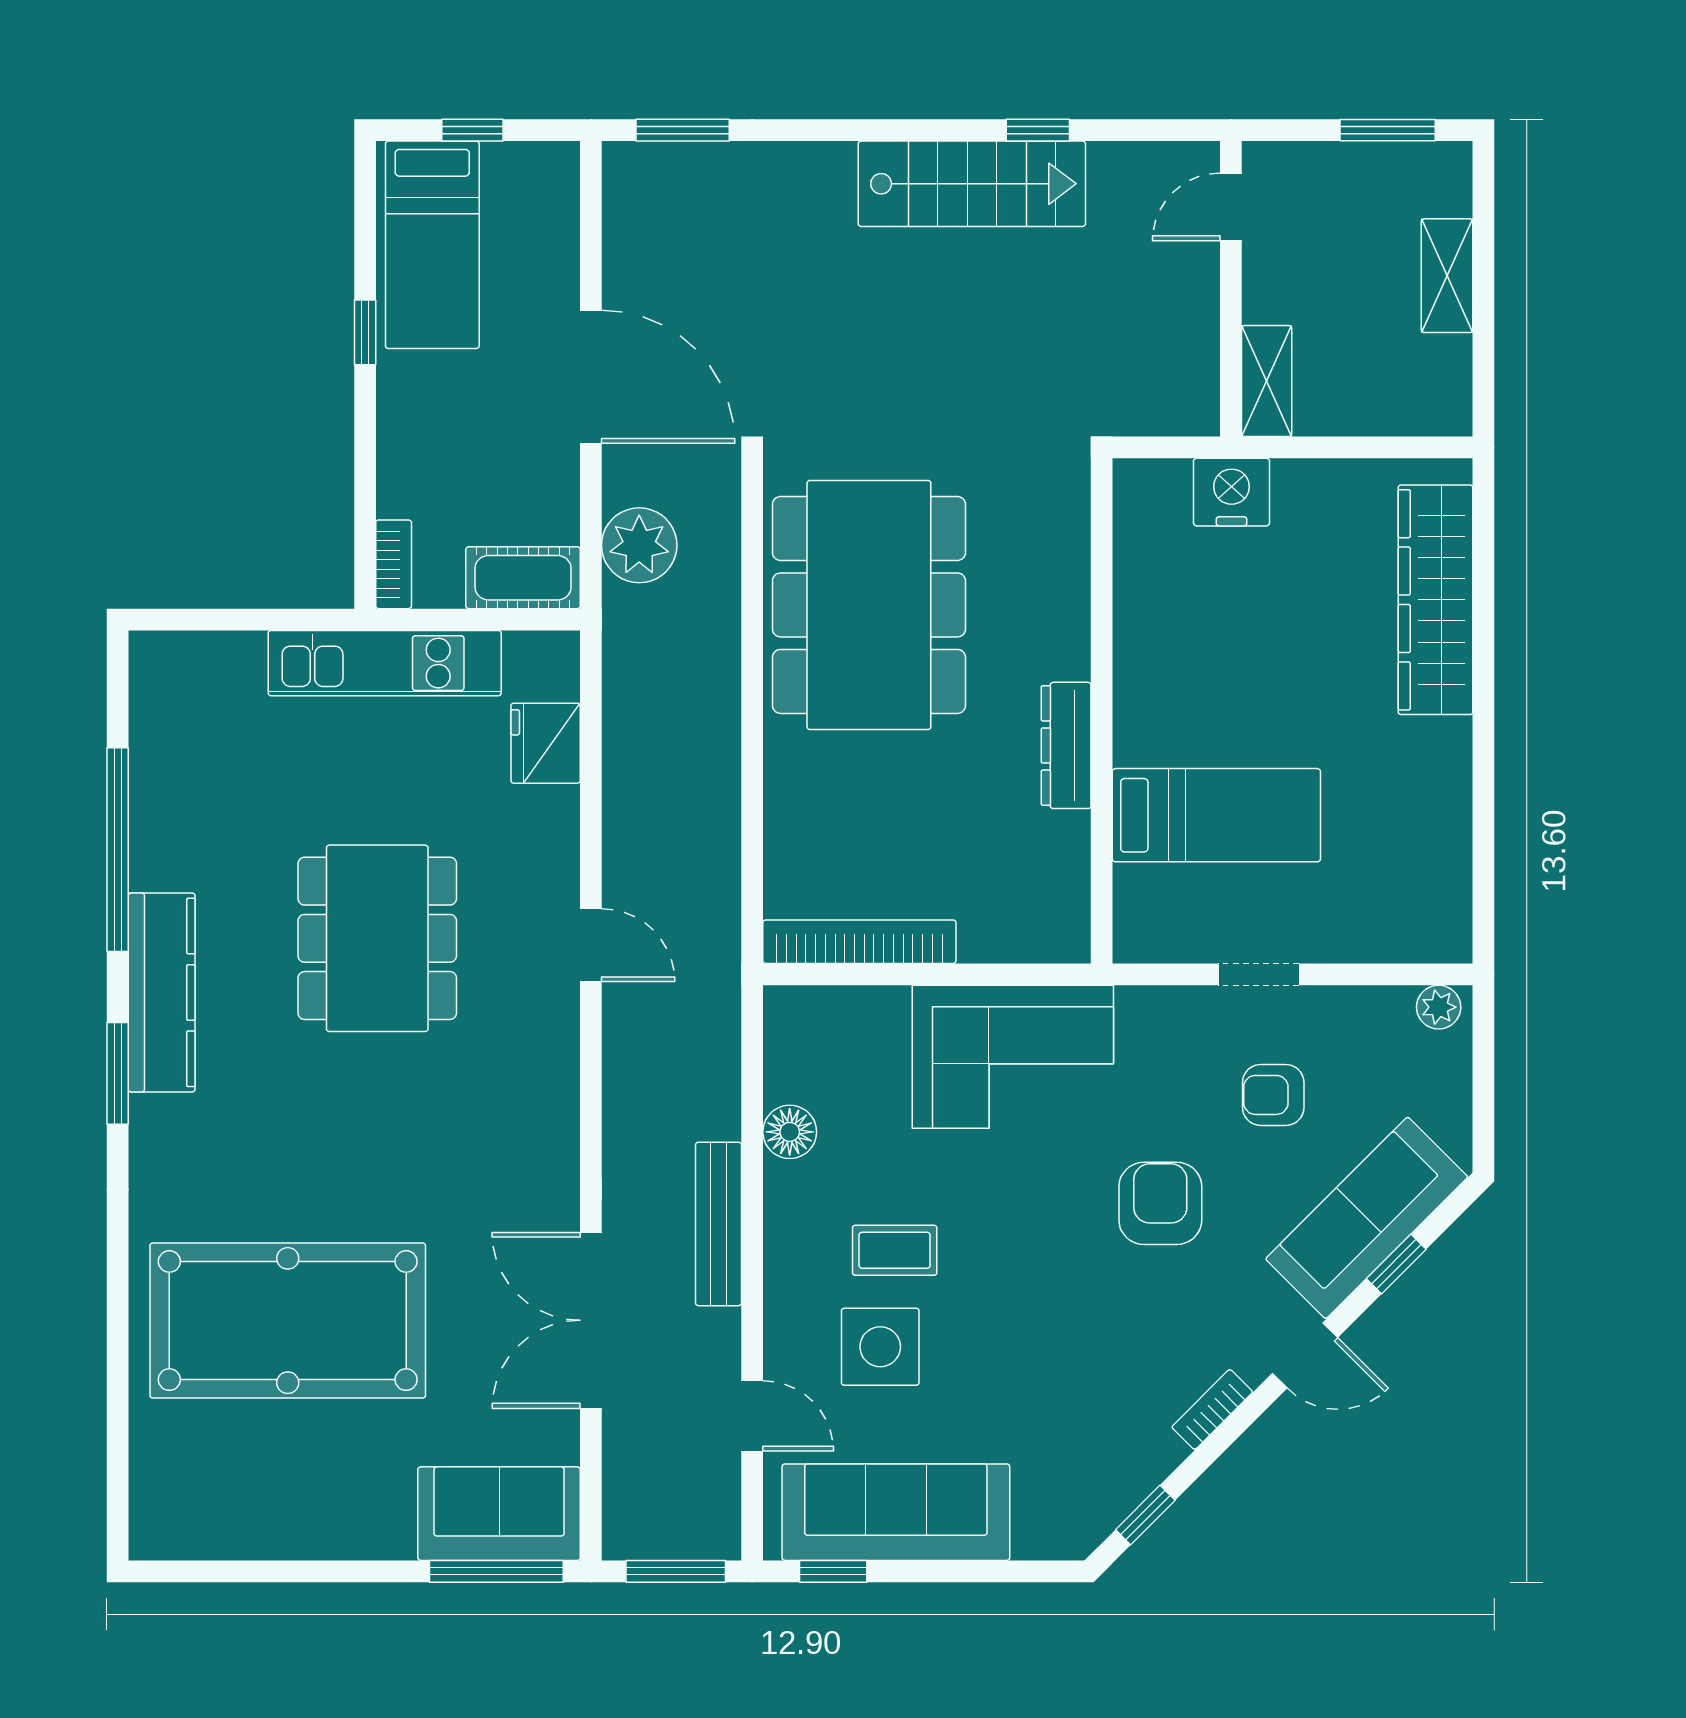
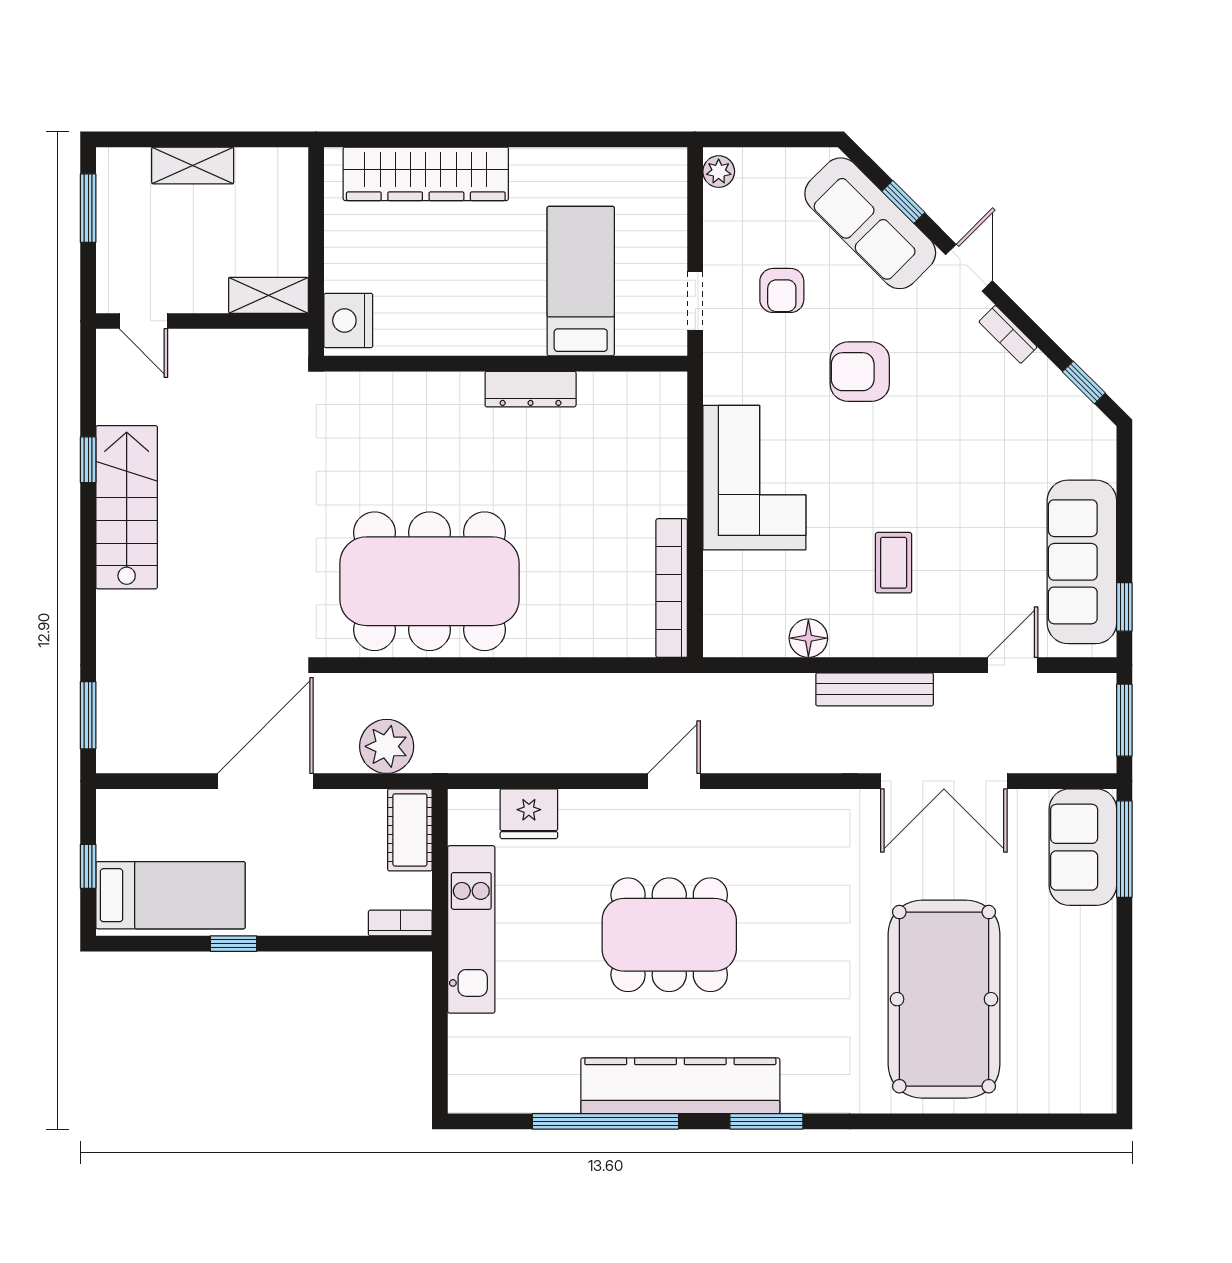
wall: (1102, 711) -> (506, 364), moved
dresser: (1066, 745) -> (531, 389), moved
bed: (1216, 815) -> (581, 281), moved
kitchen counter: (162, 992) -> (680, 1086), width x1.39, depth x1.17
side table: (880, 1347) -> (963, 573), removed

